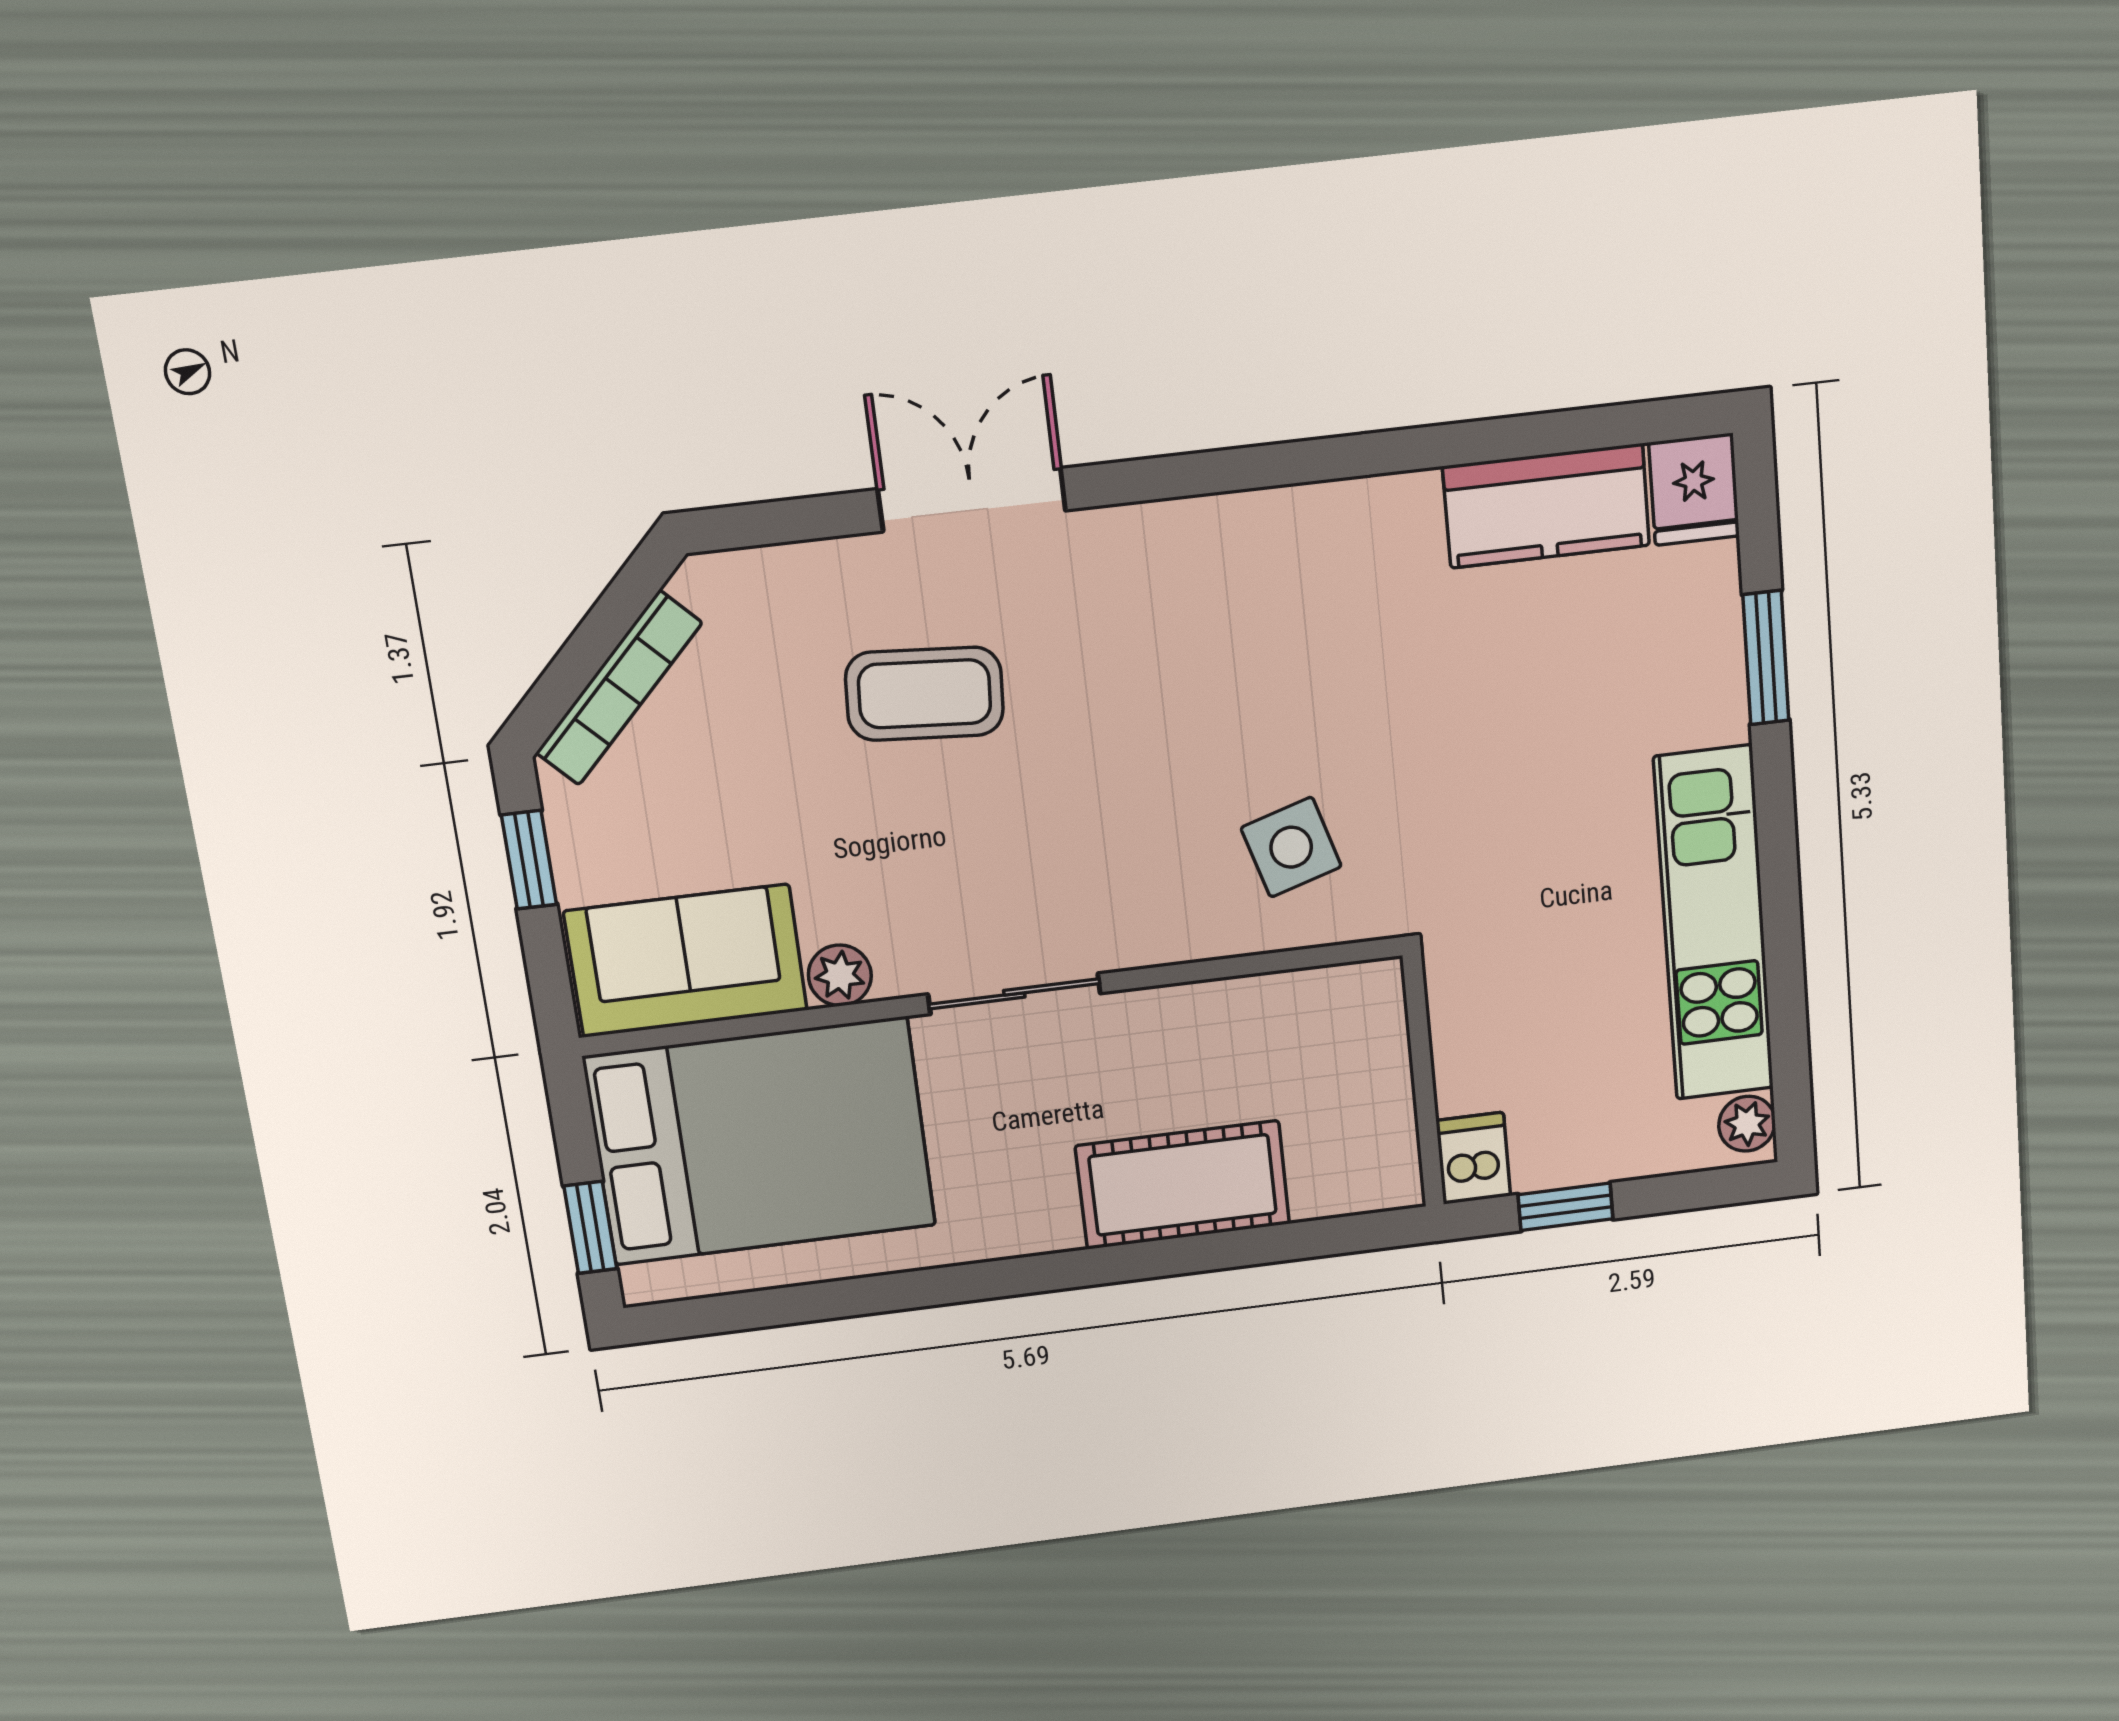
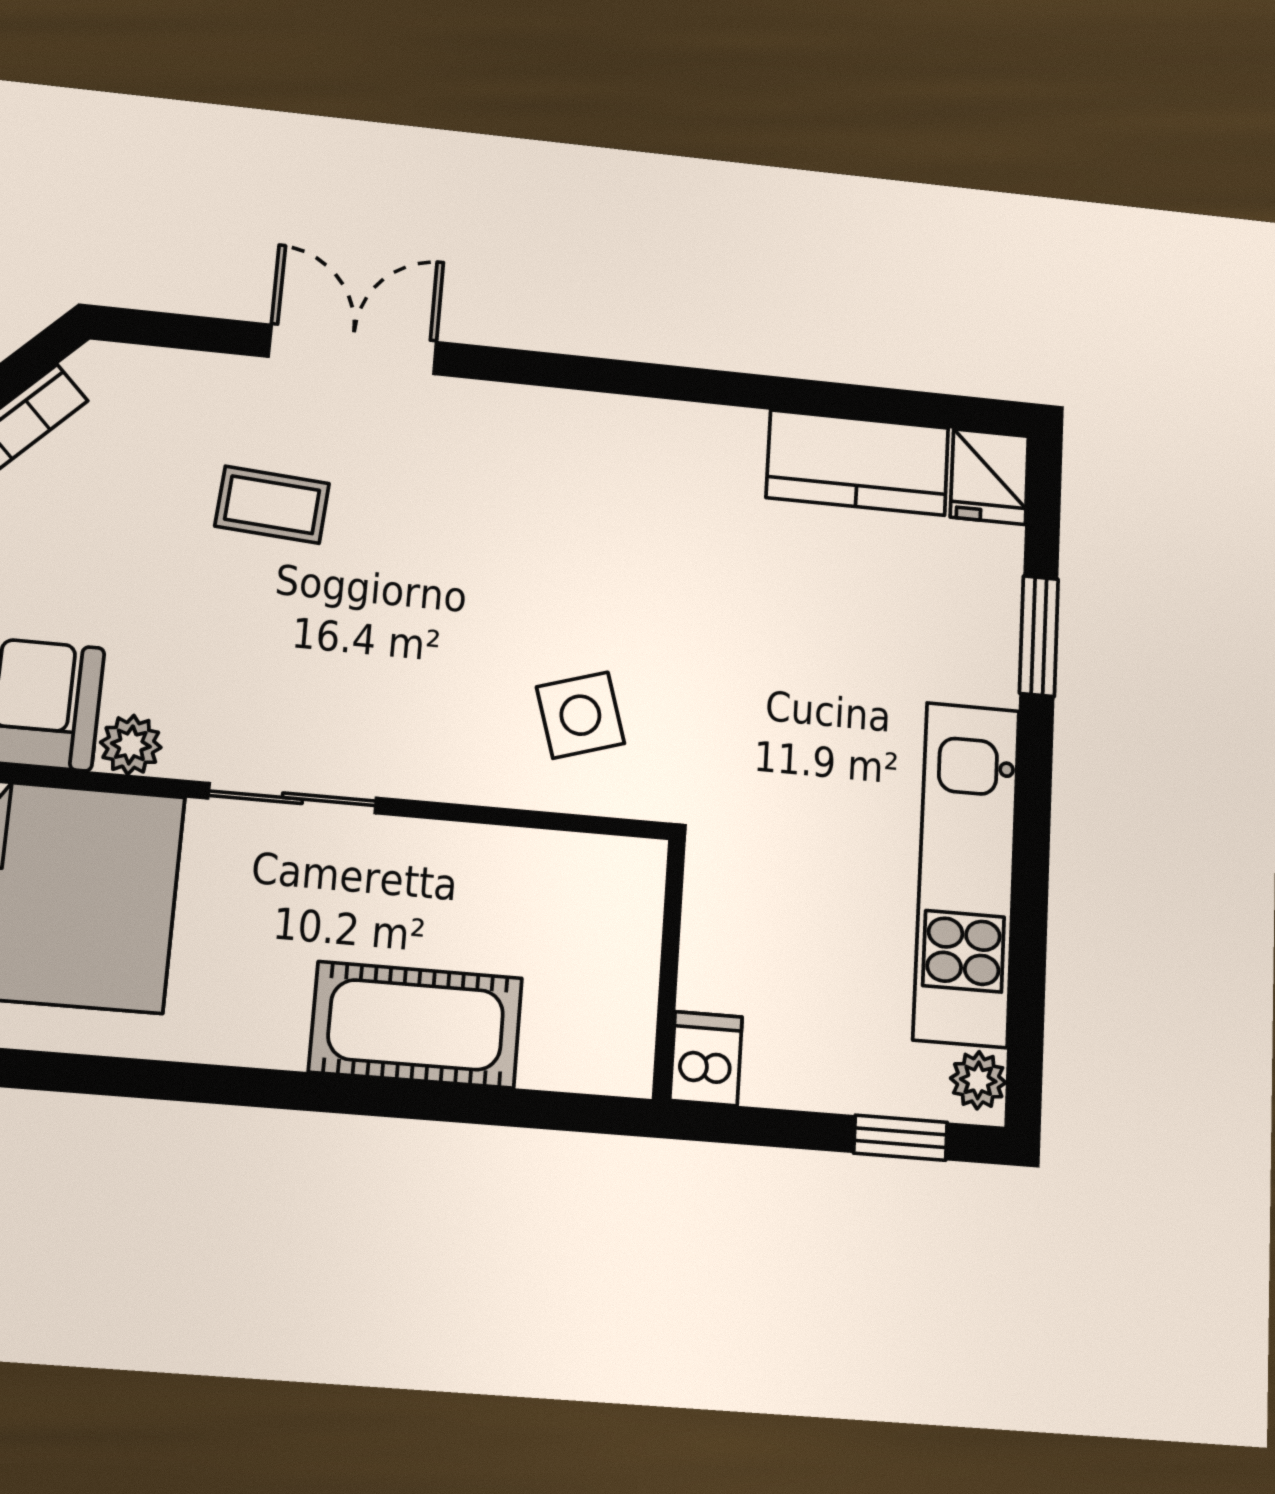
coffee table: (925, 694) -> (272, 505), width x0.73, depth x0.77
window: (1565, 1207) -> (901, 1138), moved

